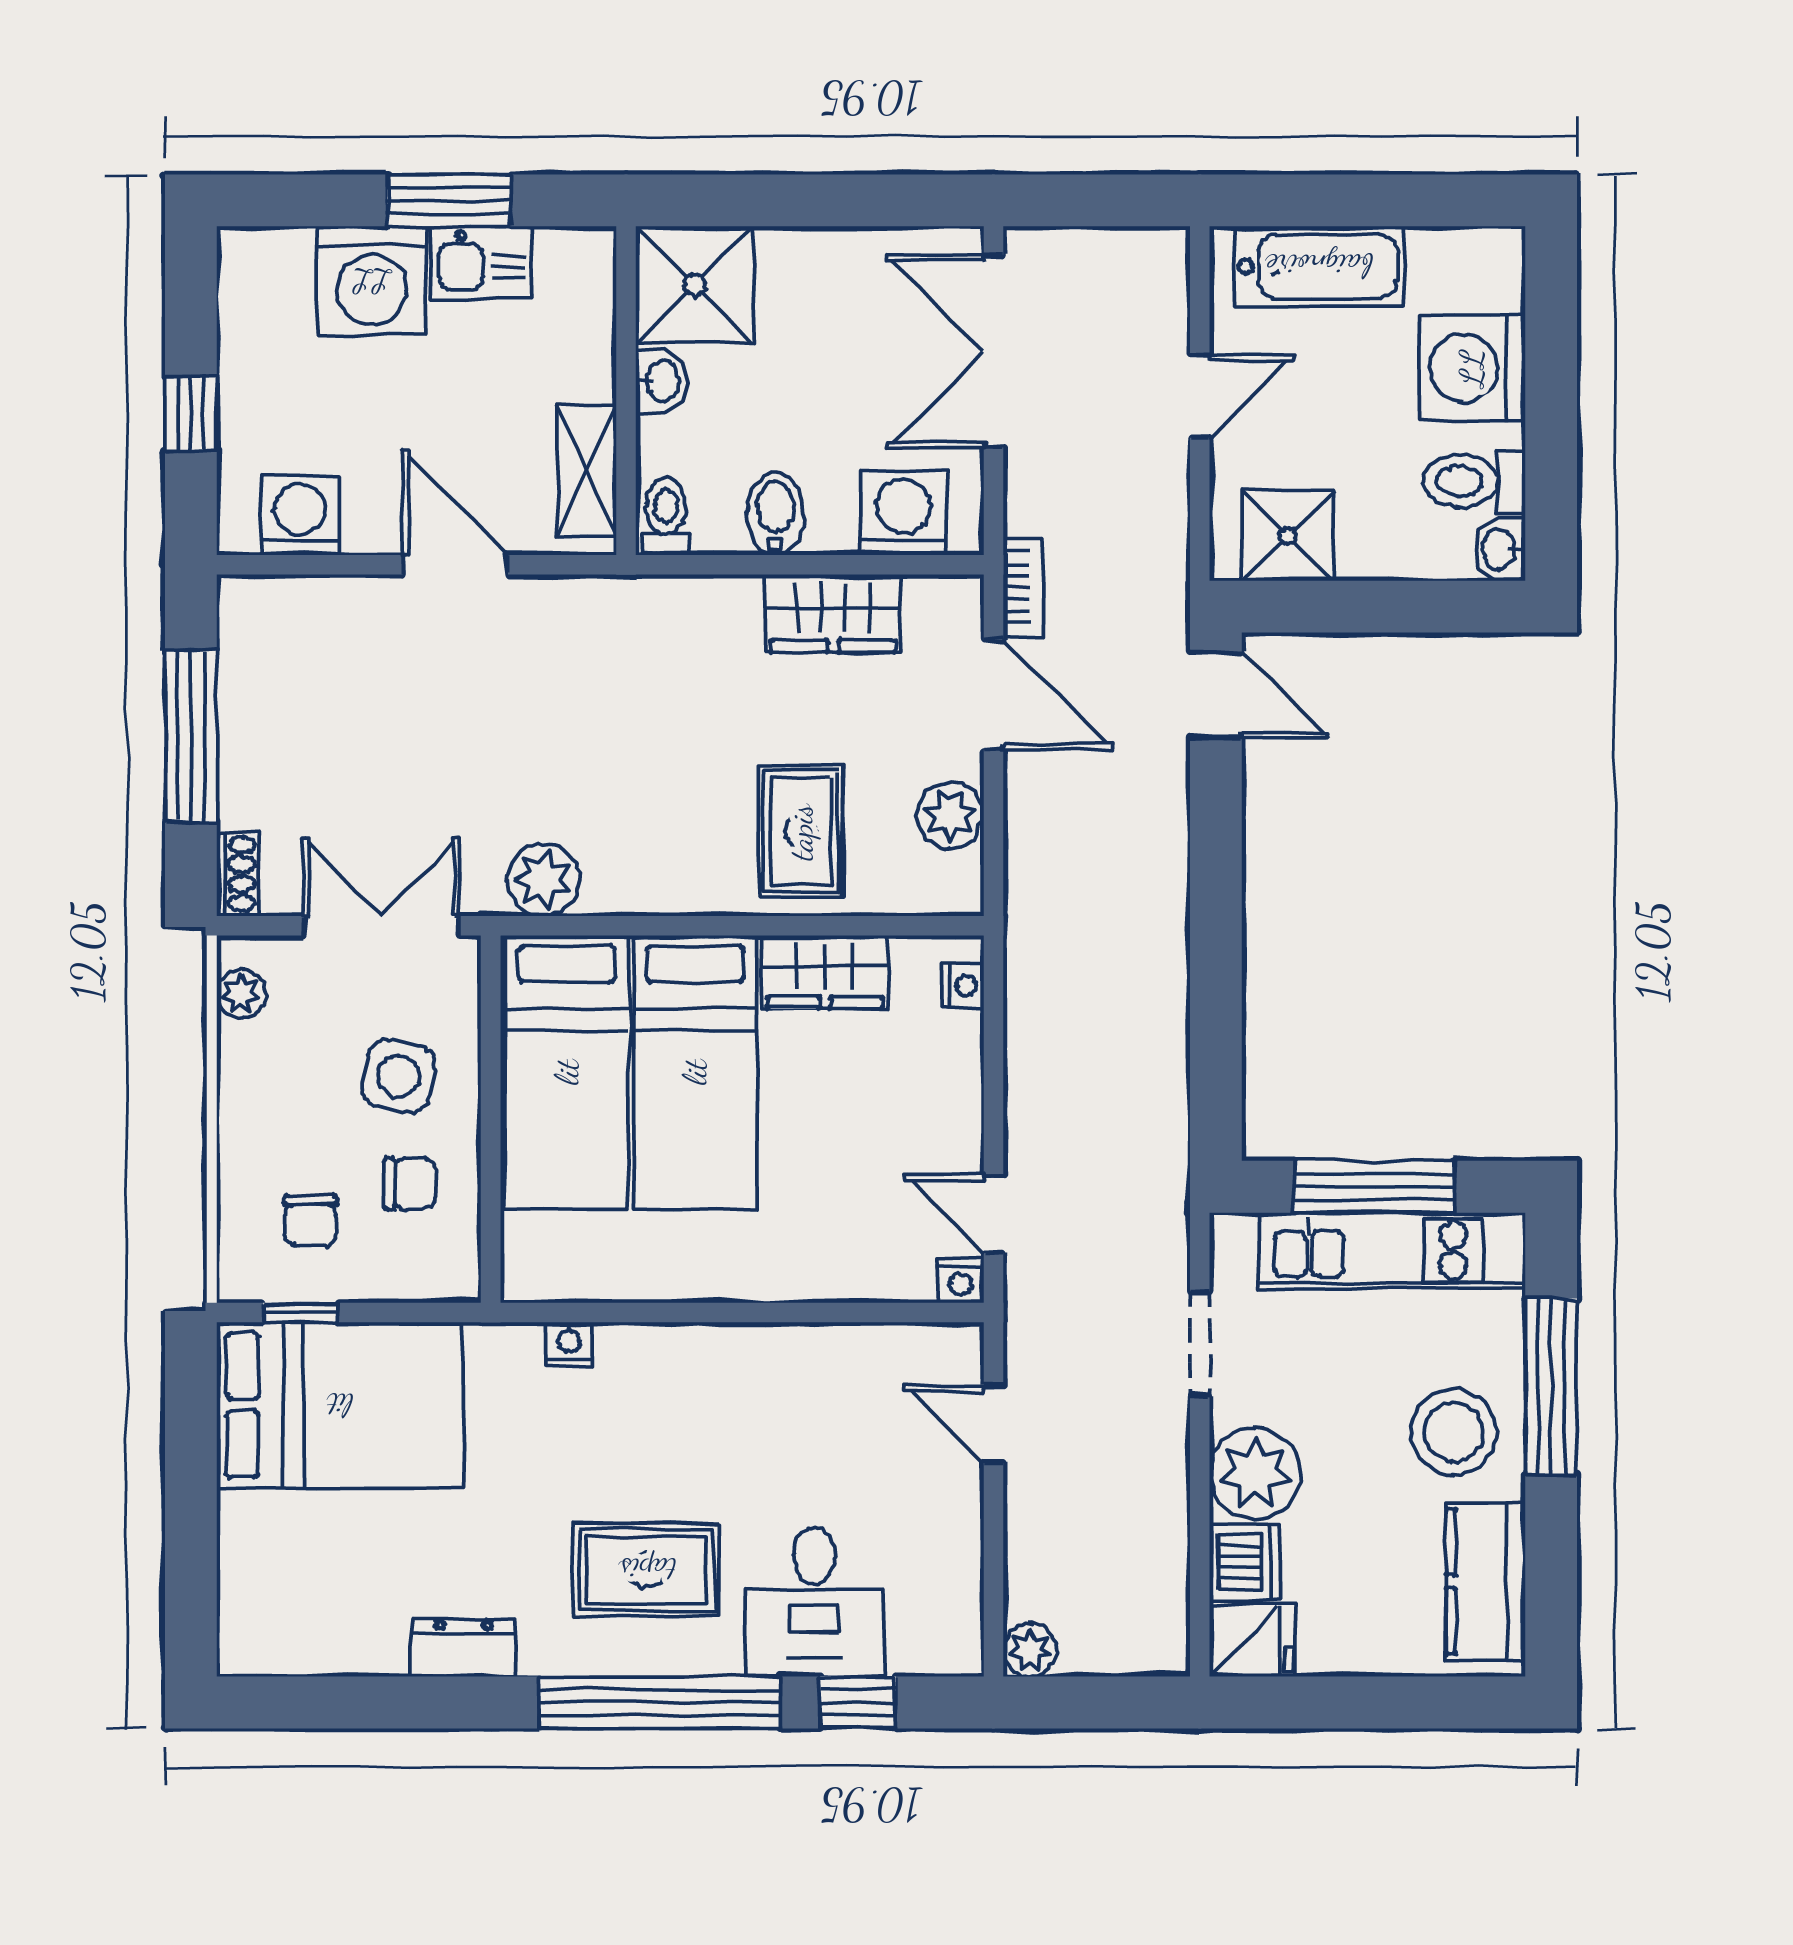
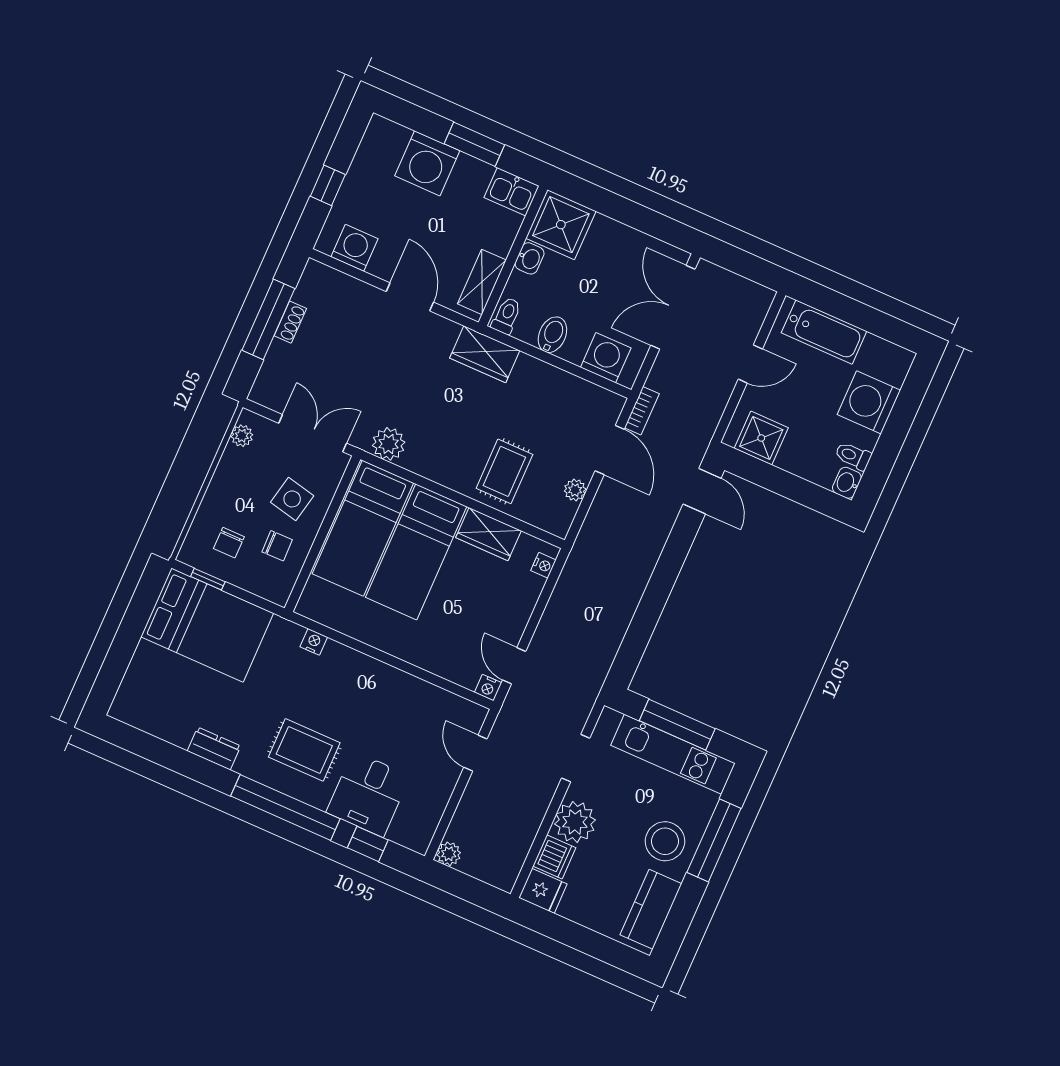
kitchen sink: (481, 263) -> (512, 192), moved
toilet: (1474, 481) -> (853, 456), width x0.73, depth x0.72
wardrobe: (833, 613) -> (485, 354), moved
plant: (950, 815) -> (575, 490), width x0.73, depth x0.73
shoe rack: (237, 874) -> (290, 322), moved

